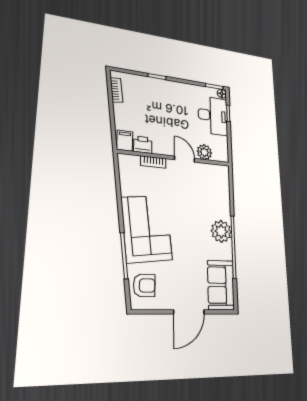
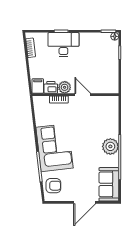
desk: (213, 116) -> (63, 45), moved, turned -90
plant: (204, 152) -> (65, 87), moved

